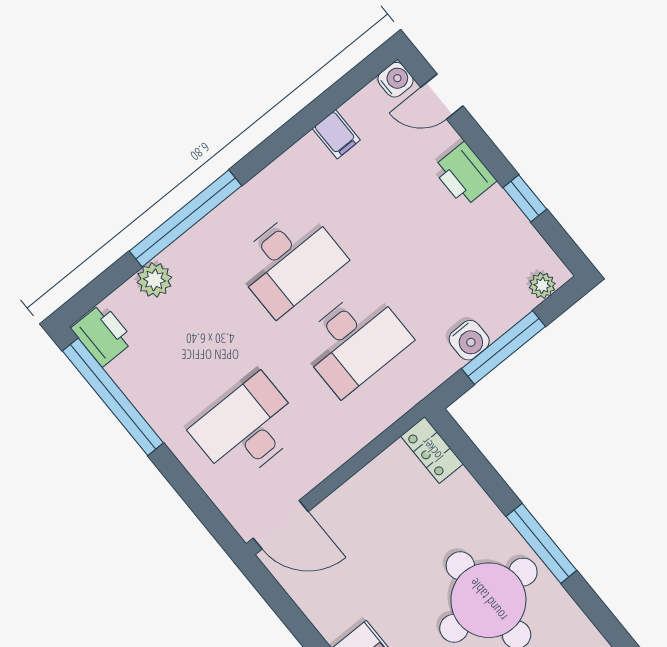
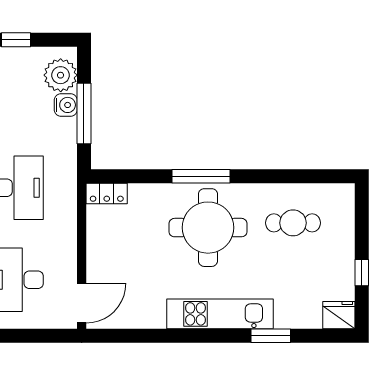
plant: (542, 285) -> (61, 75), width x1.88, depth x1.88
water cooler: (469, 340) -> (66, 105), moved

